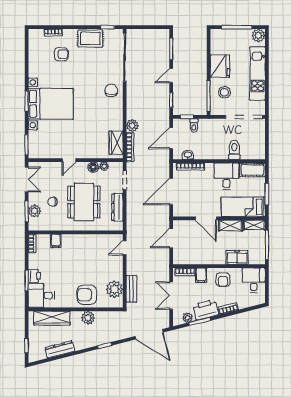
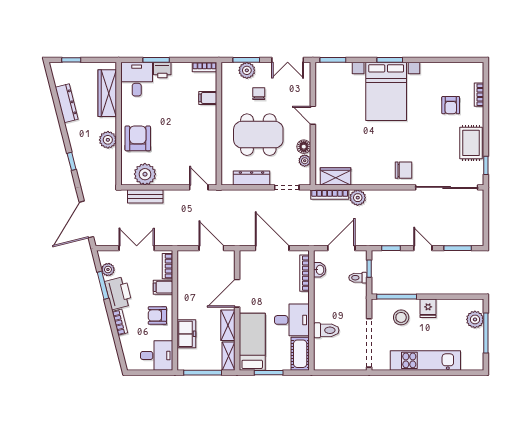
plant: (258, 35) -> (475, 319), moved
fridge: (220, 66) -> (428, 308), width x0.53, depth x0.75
door: (171, 138) -> (341, 248), hinge flipped

